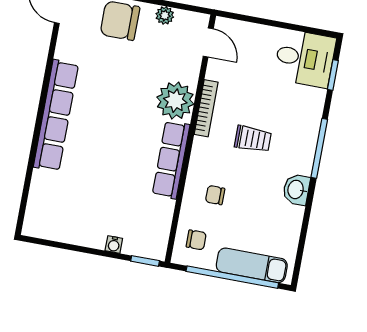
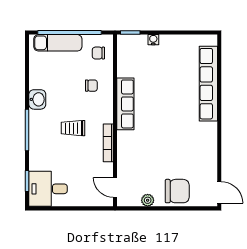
plant: (175, 101) -> (130, 144), removed
row of seats: (56, 115) -> (208, 84), moved

